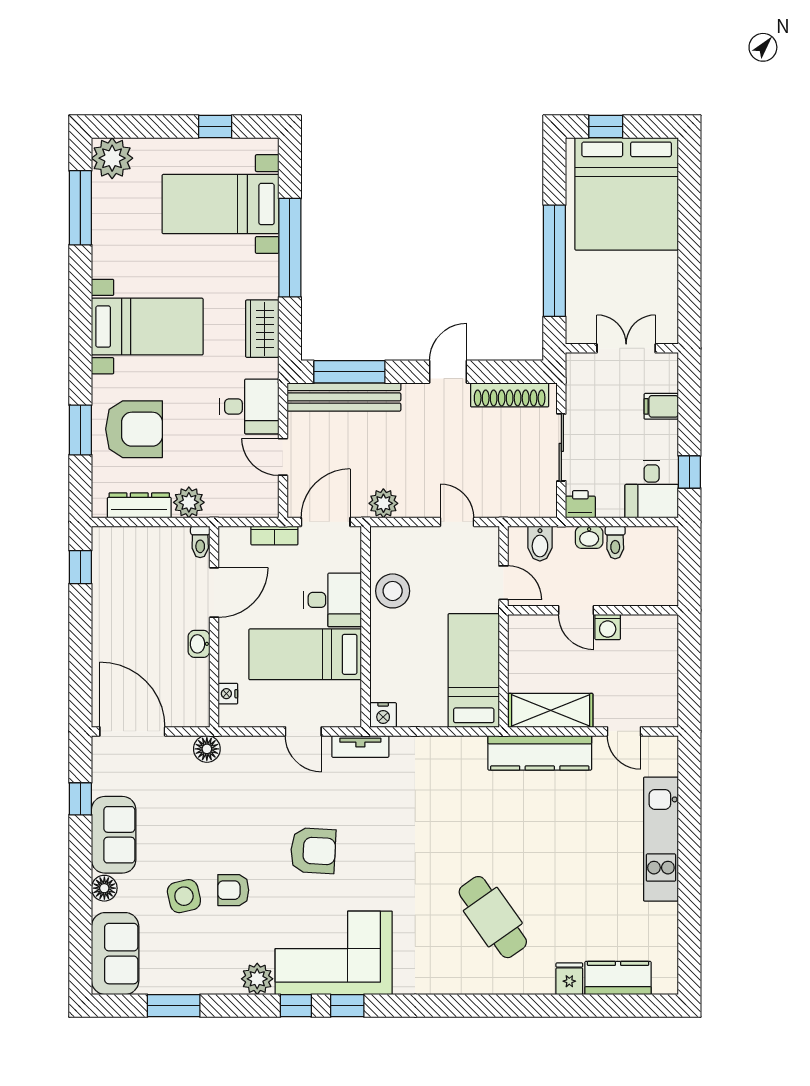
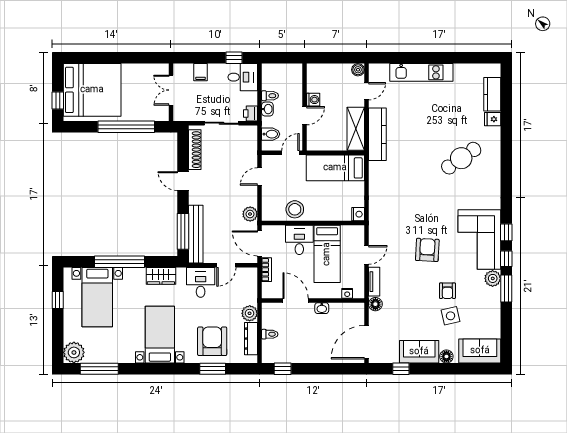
toilet: (200, 542) -> (270, 334), moved
boiler: (666, 715) -> (358, 70), added
tv unit: (360, 746) -> (374, 282), moved
window: (174, 1006) -> (506, 289), moved

